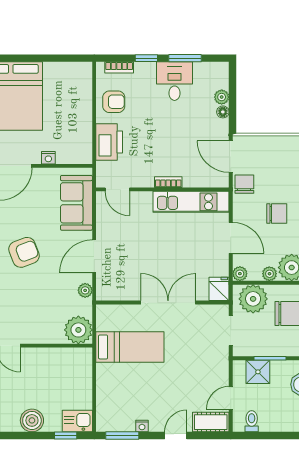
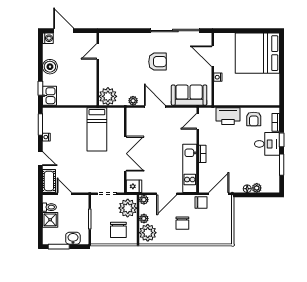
desk: (175, 81) -> (267, 144), moved
armchair: (24, 252) -> (157, 62), turned -69
shower: (258, 372) -> (50, 220), moved

